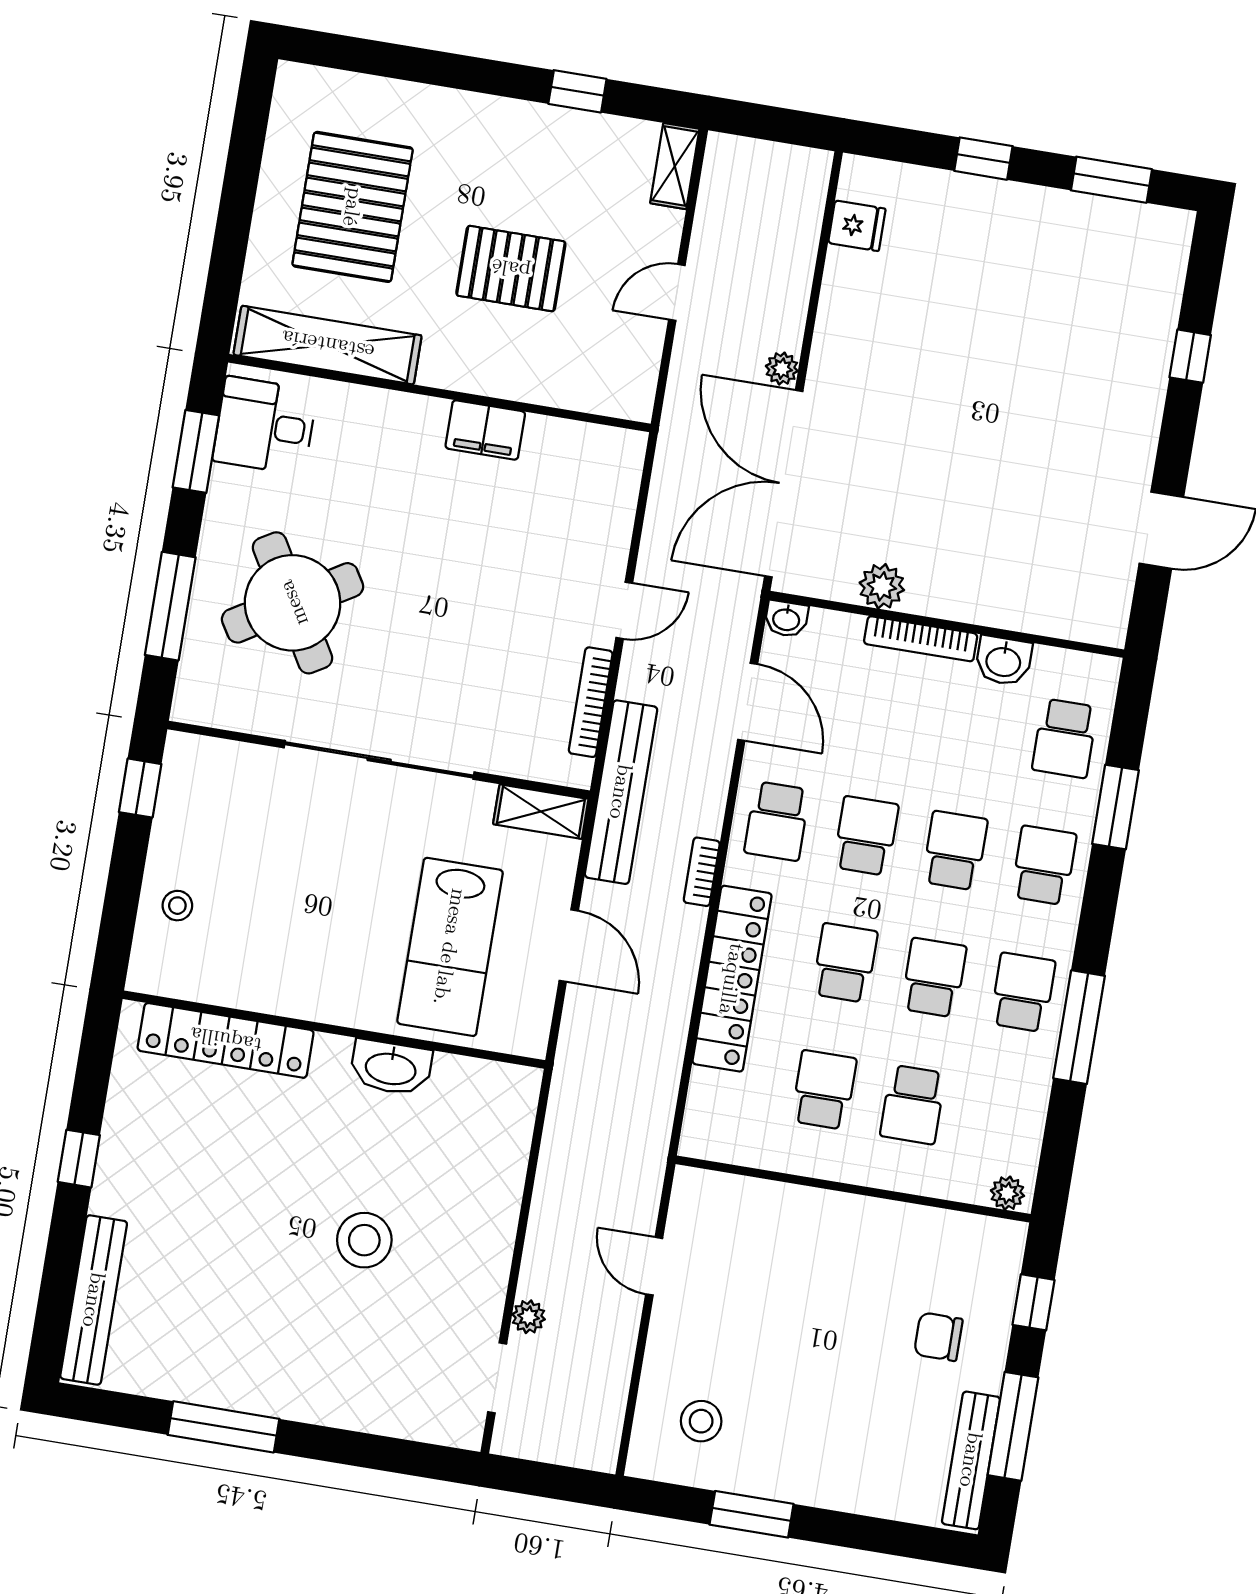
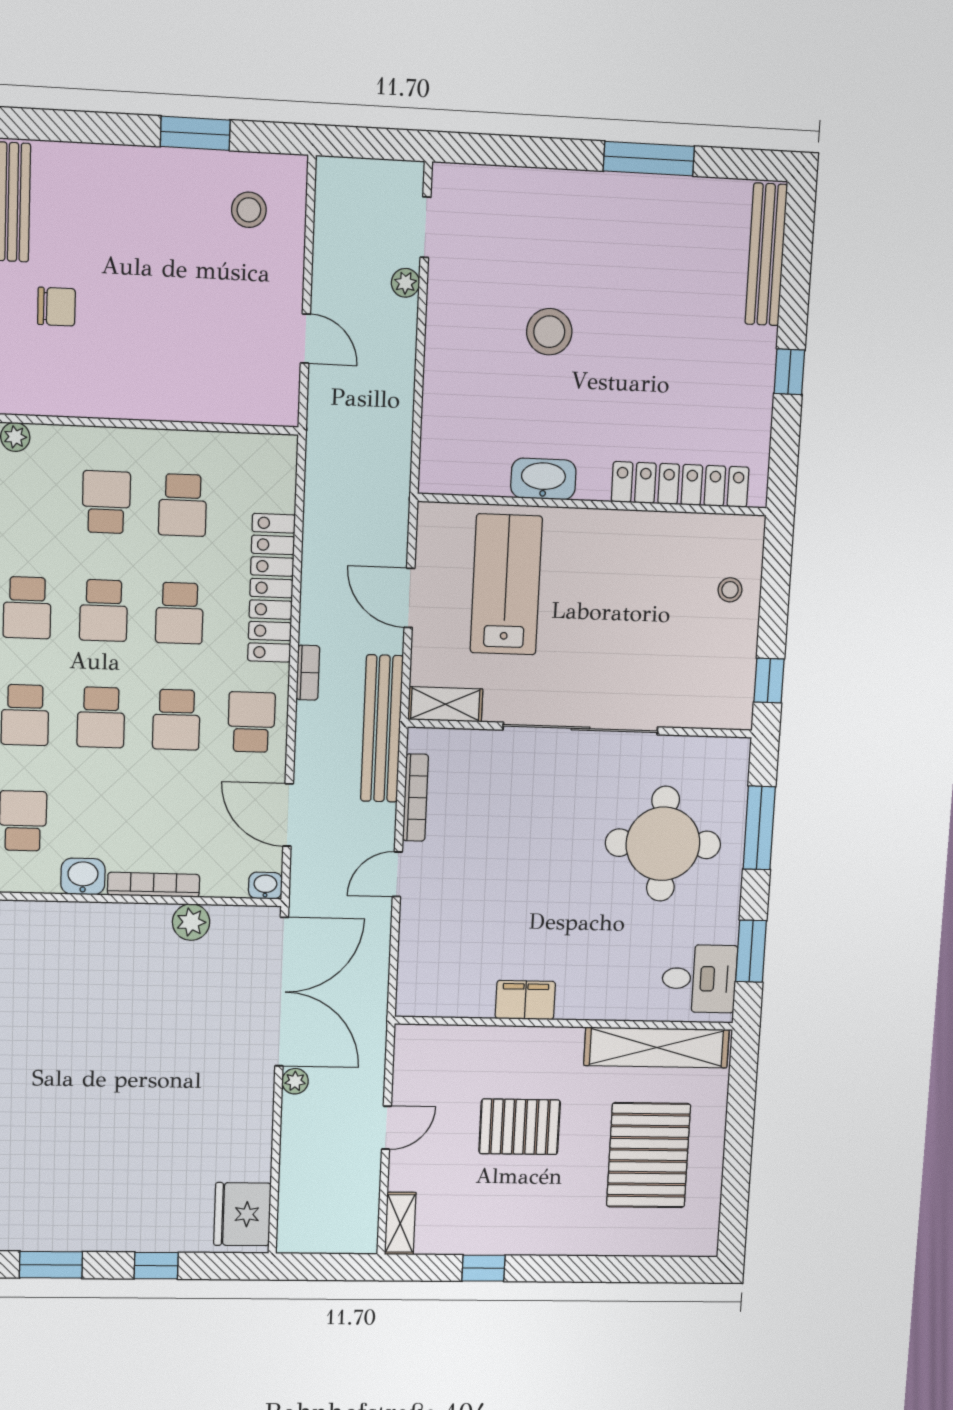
fridge: (857, 226) -> (242, 1214), width x1.88, depth x1.34
round table: (293, 603) -> (663, 844), turned 31

